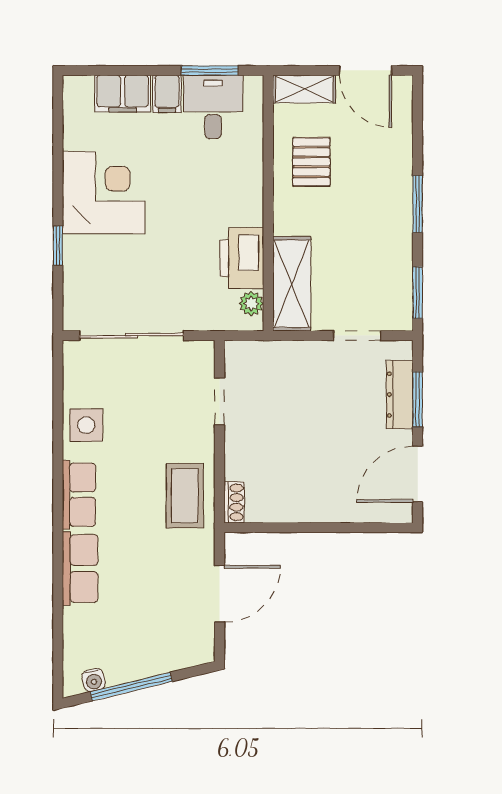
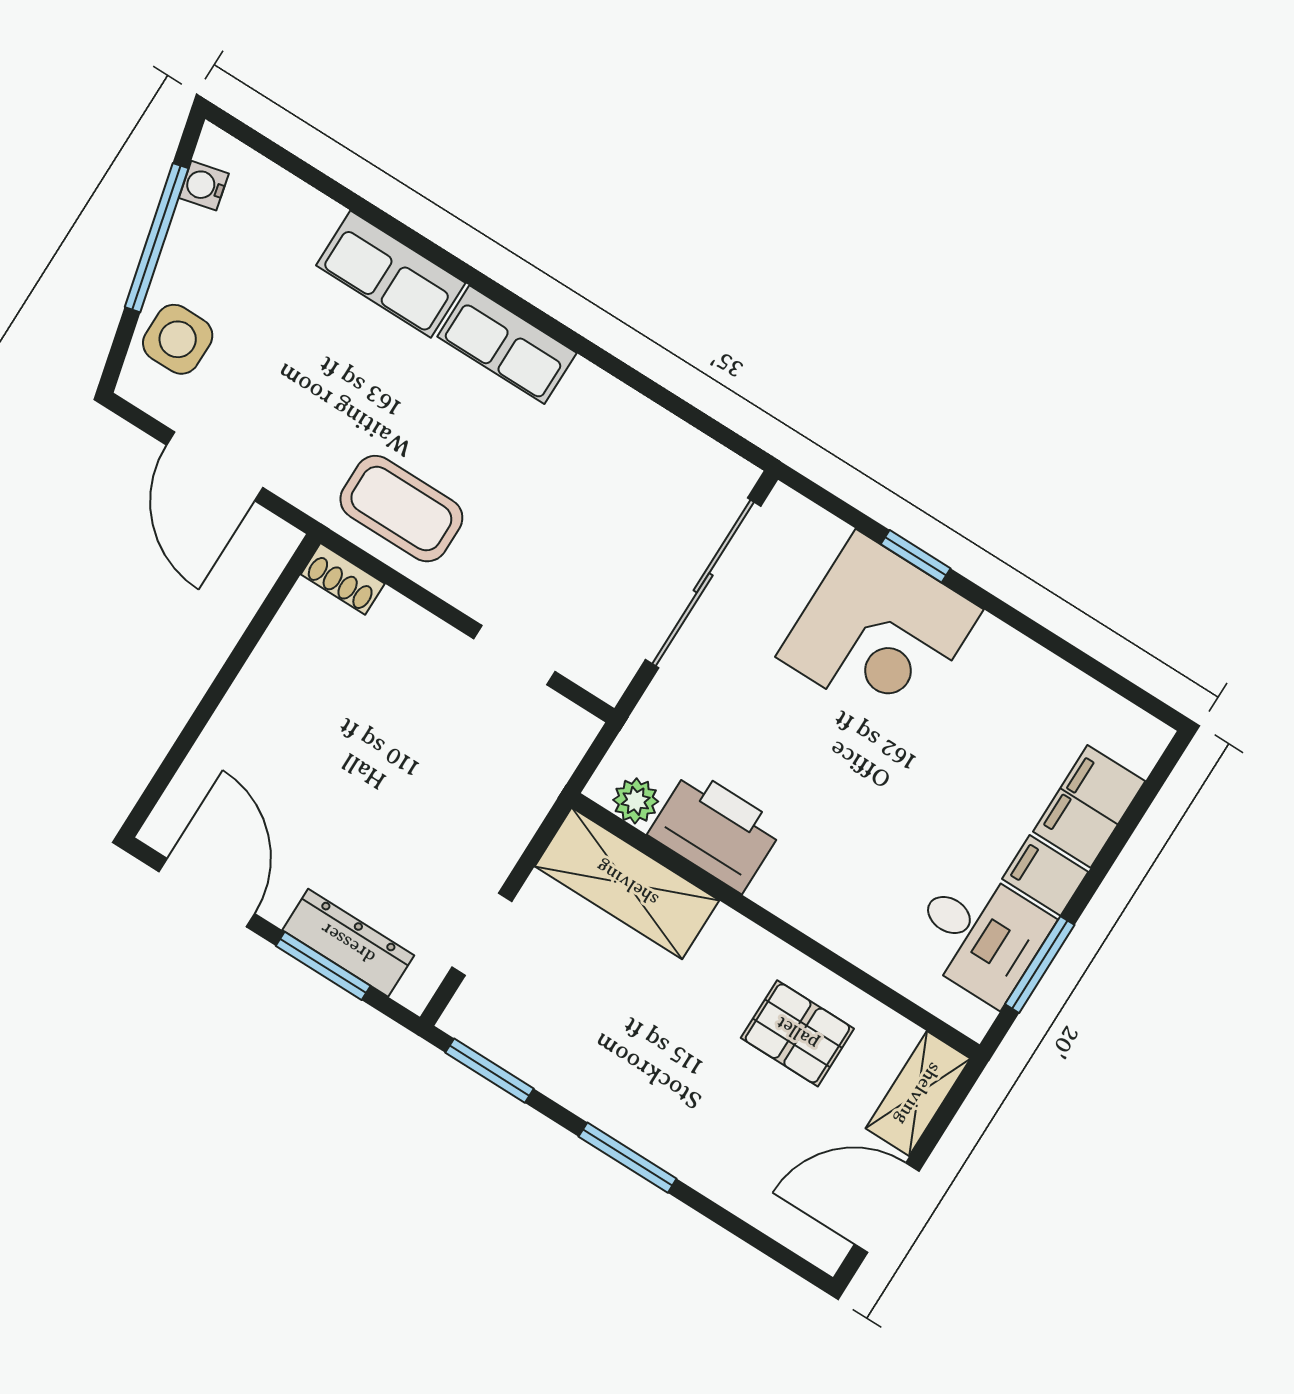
corner desk: (104, 193) -> (879, 633), moved
side table: (86, 425) -> (178, 339), moved

